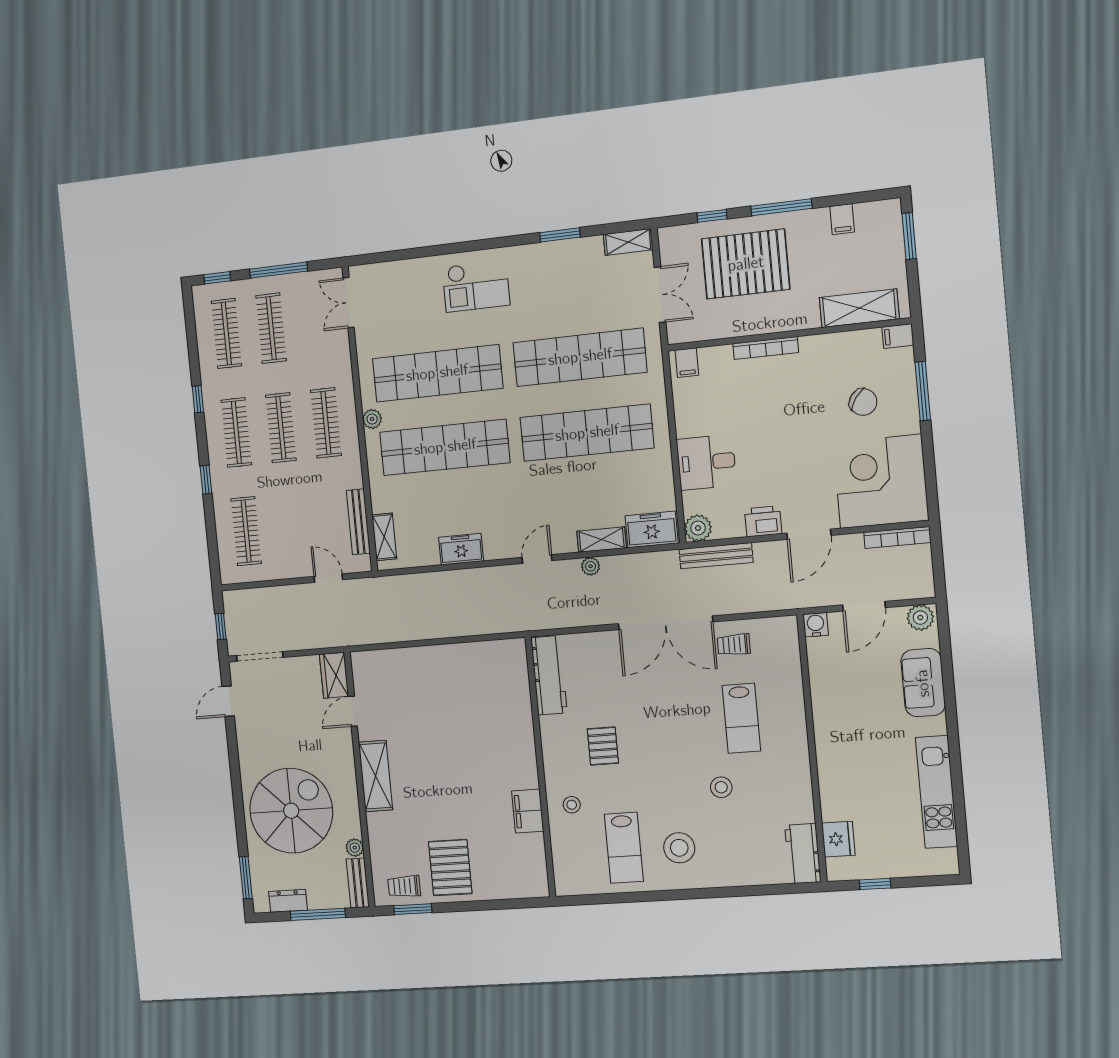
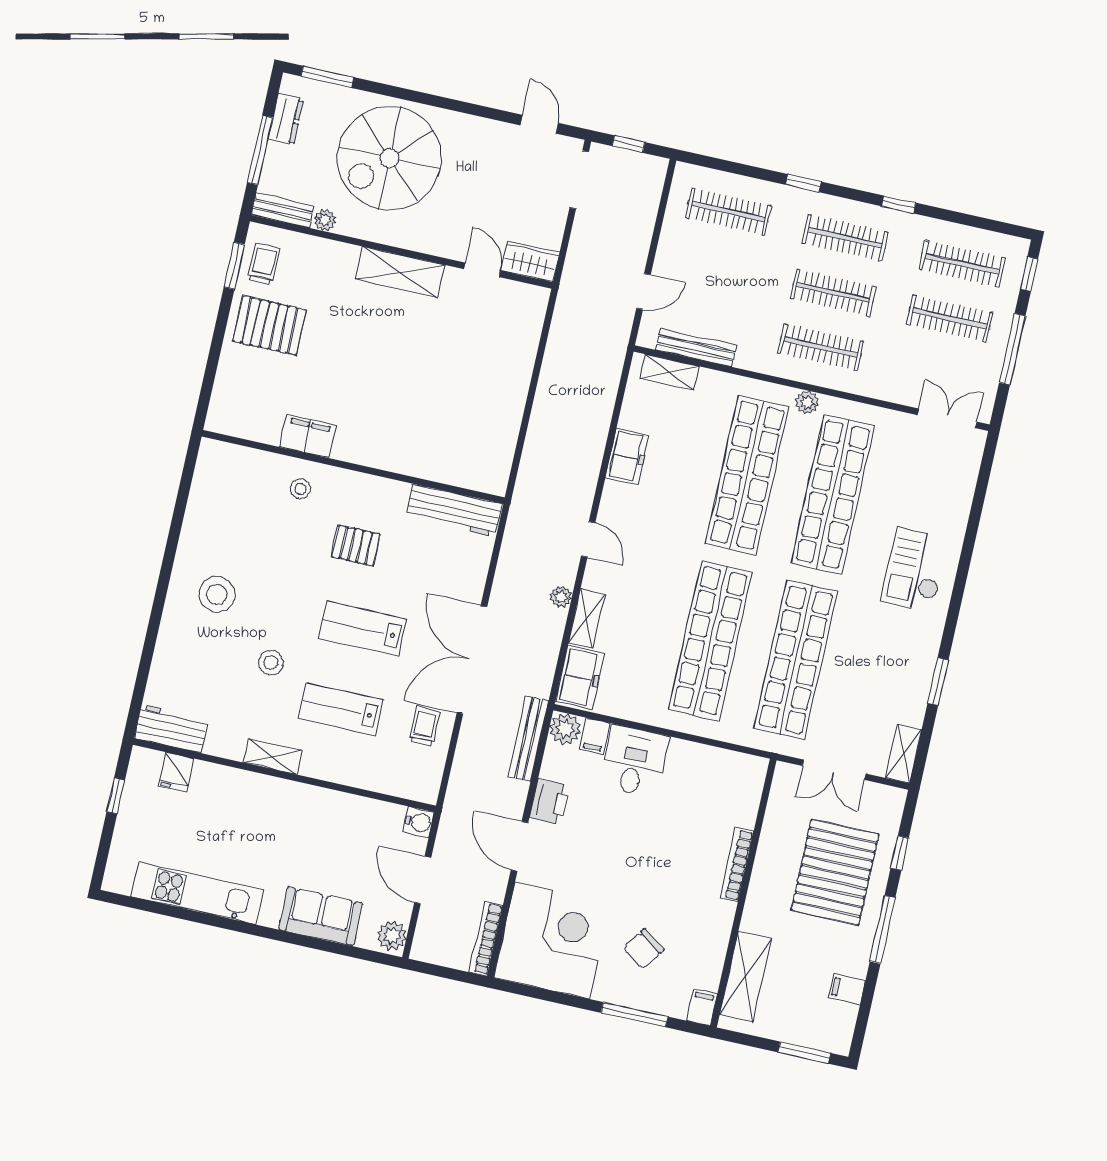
filing cabinet: (687, 363) -> (595, 736), moved, turned -90
shelving: (800, 763) -> (273, 757), added
spiral stairs: (291, 811) -> (390, 158), turned 90
fridge: (838, 839) -> (176, 772), width x0.72
lab bench: (624, 848) -> (363, 629), moved

